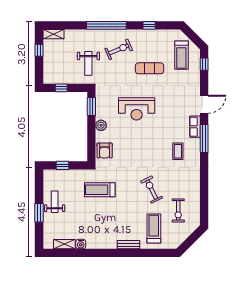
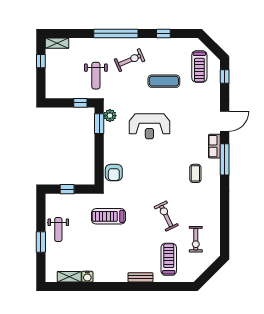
window: (61, 88) -> (80, 103), moved
plant: (101, 125) -> (110, 116), moved
weight bench: (55, 202) -> (58, 230), turned 180

